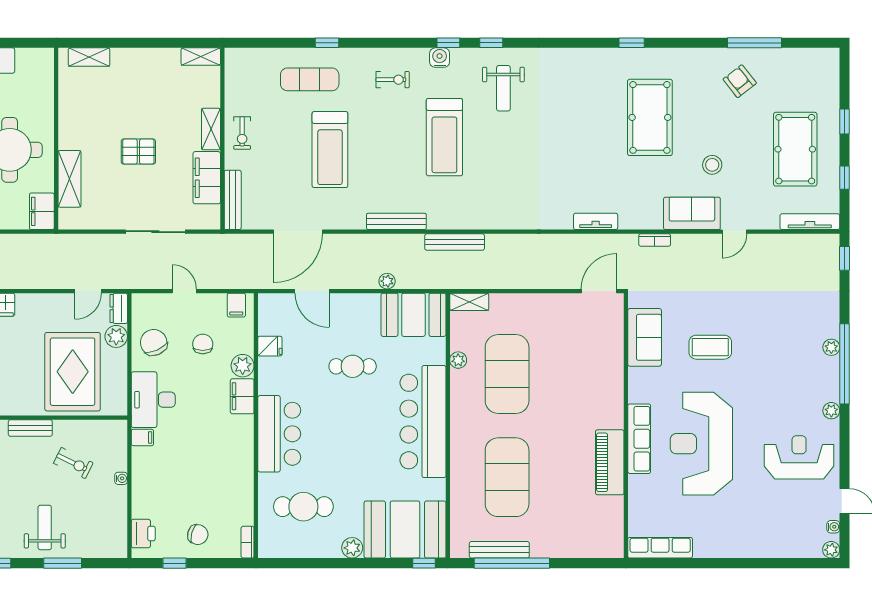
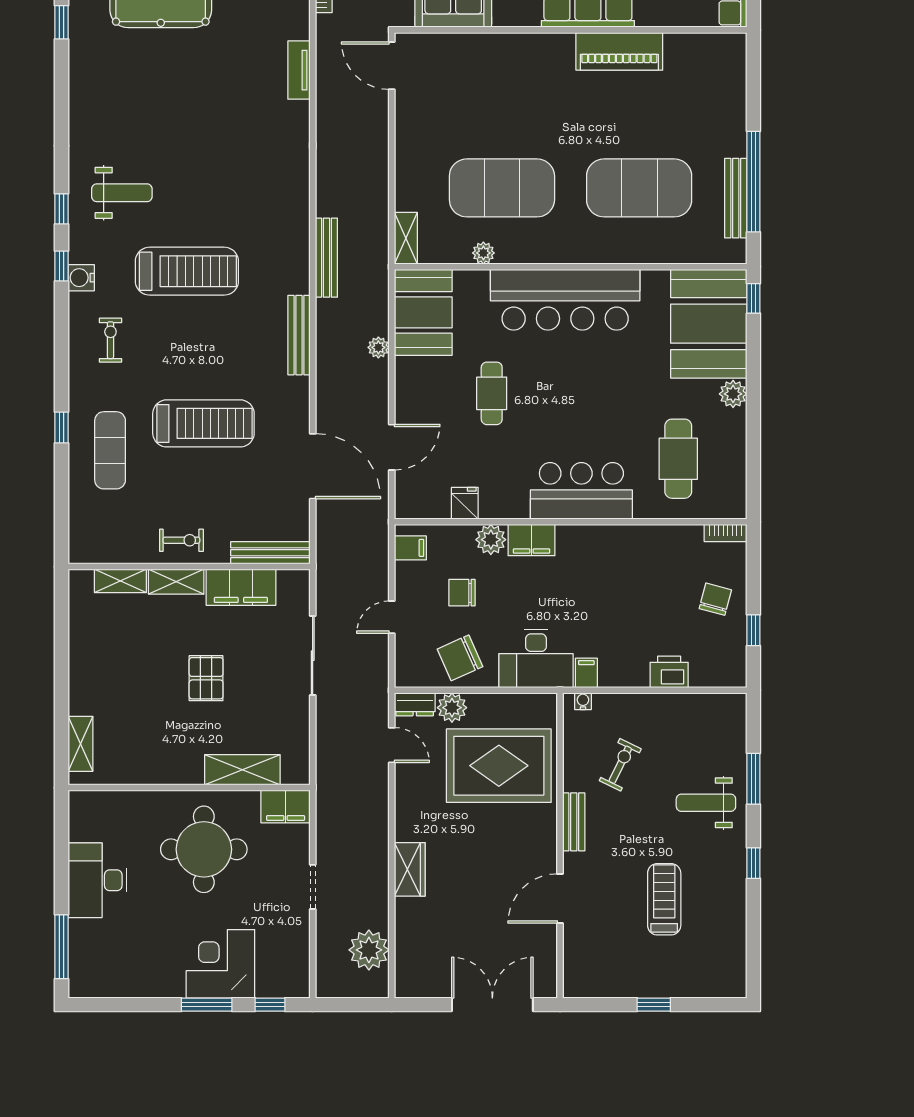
shelving: (201, 57) -> (120, 581), moved, turned 90
water cooler: (121, 478) -> (583, 701), moved
printer: (143, 534) -> (669, 672), moved

